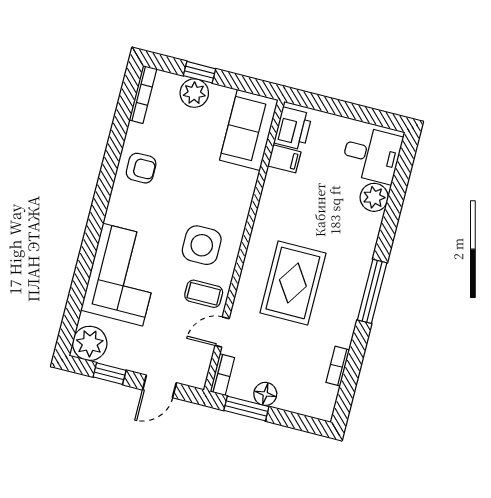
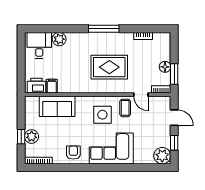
sofa: (249, 130) -> (57, 106), moved
corner sofa: (123, 275) -> (111, 148), moved

